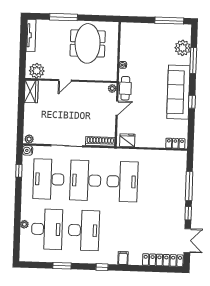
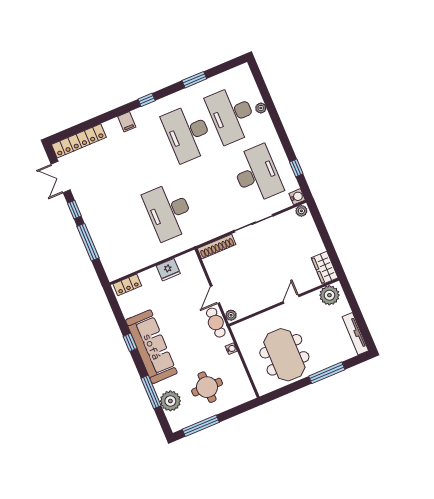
round table: (152, 46) -> (207, 387), added
fridge: (127, 140) -> (168, 270), moved
desk: (85, 180) -> (213, 193), removed

